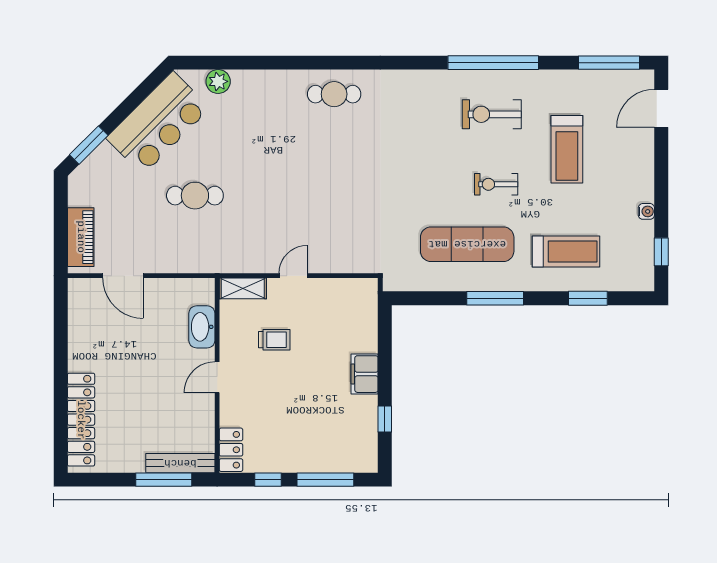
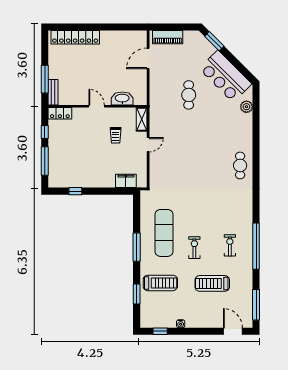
exercise bike: (492, 114) -> (230, 245), width x0.73, depth x0.72
treadmill: (566, 252) -> (160, 283), turned -90
door: (293, 276) -> (148, 145), hinge flipped
filing cabinet: (365, 374) -> (126, 181), moved
bench: (180, 463) -> (53, 92), width x0.73

